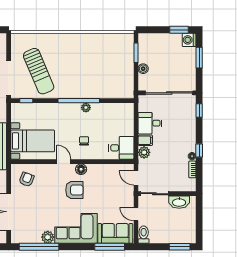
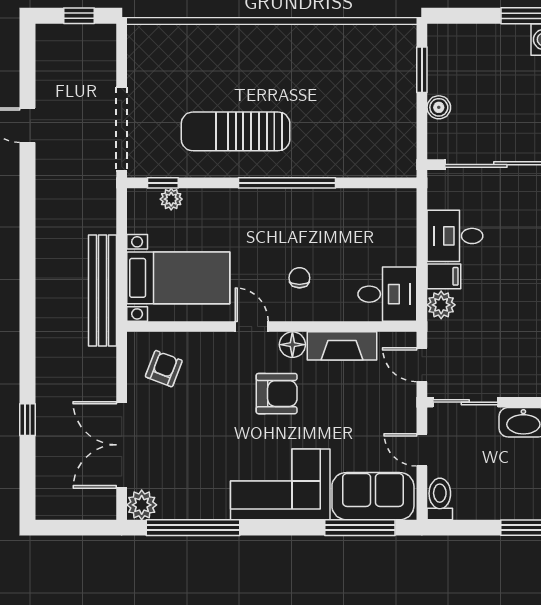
sun lounger: (39, 71) -> (236, 131), moved, turned 113
plant: (86, 108) -> (171, 199), moved
fireplace: (102, 170) -> (342, 346), added
plant: (48, 237) -> (142, 505), moved

